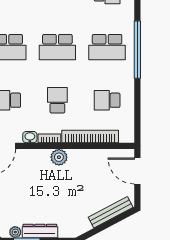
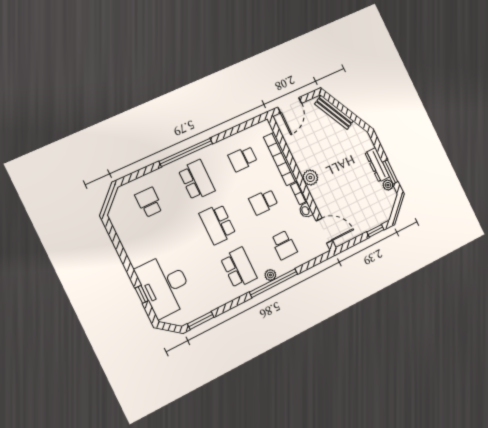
school desk: (57, 47) -> (218, 224), turned 180
school desk: (107, 100) -> (243, 159), turned 90

